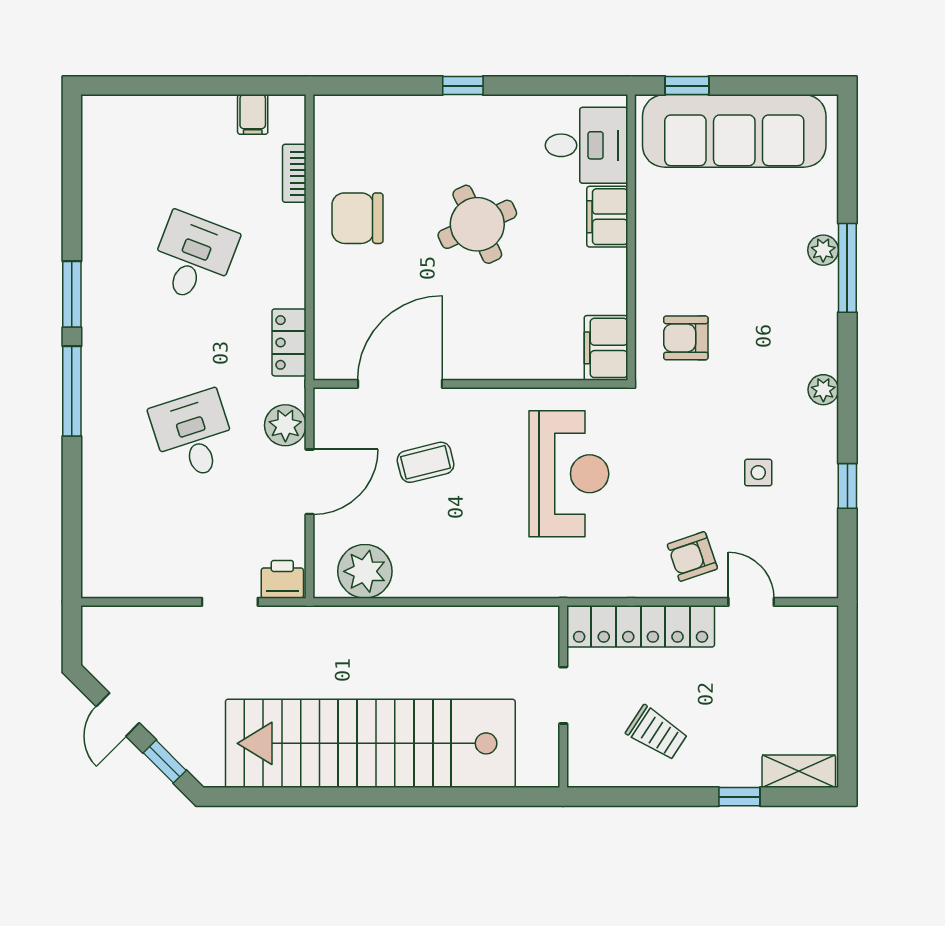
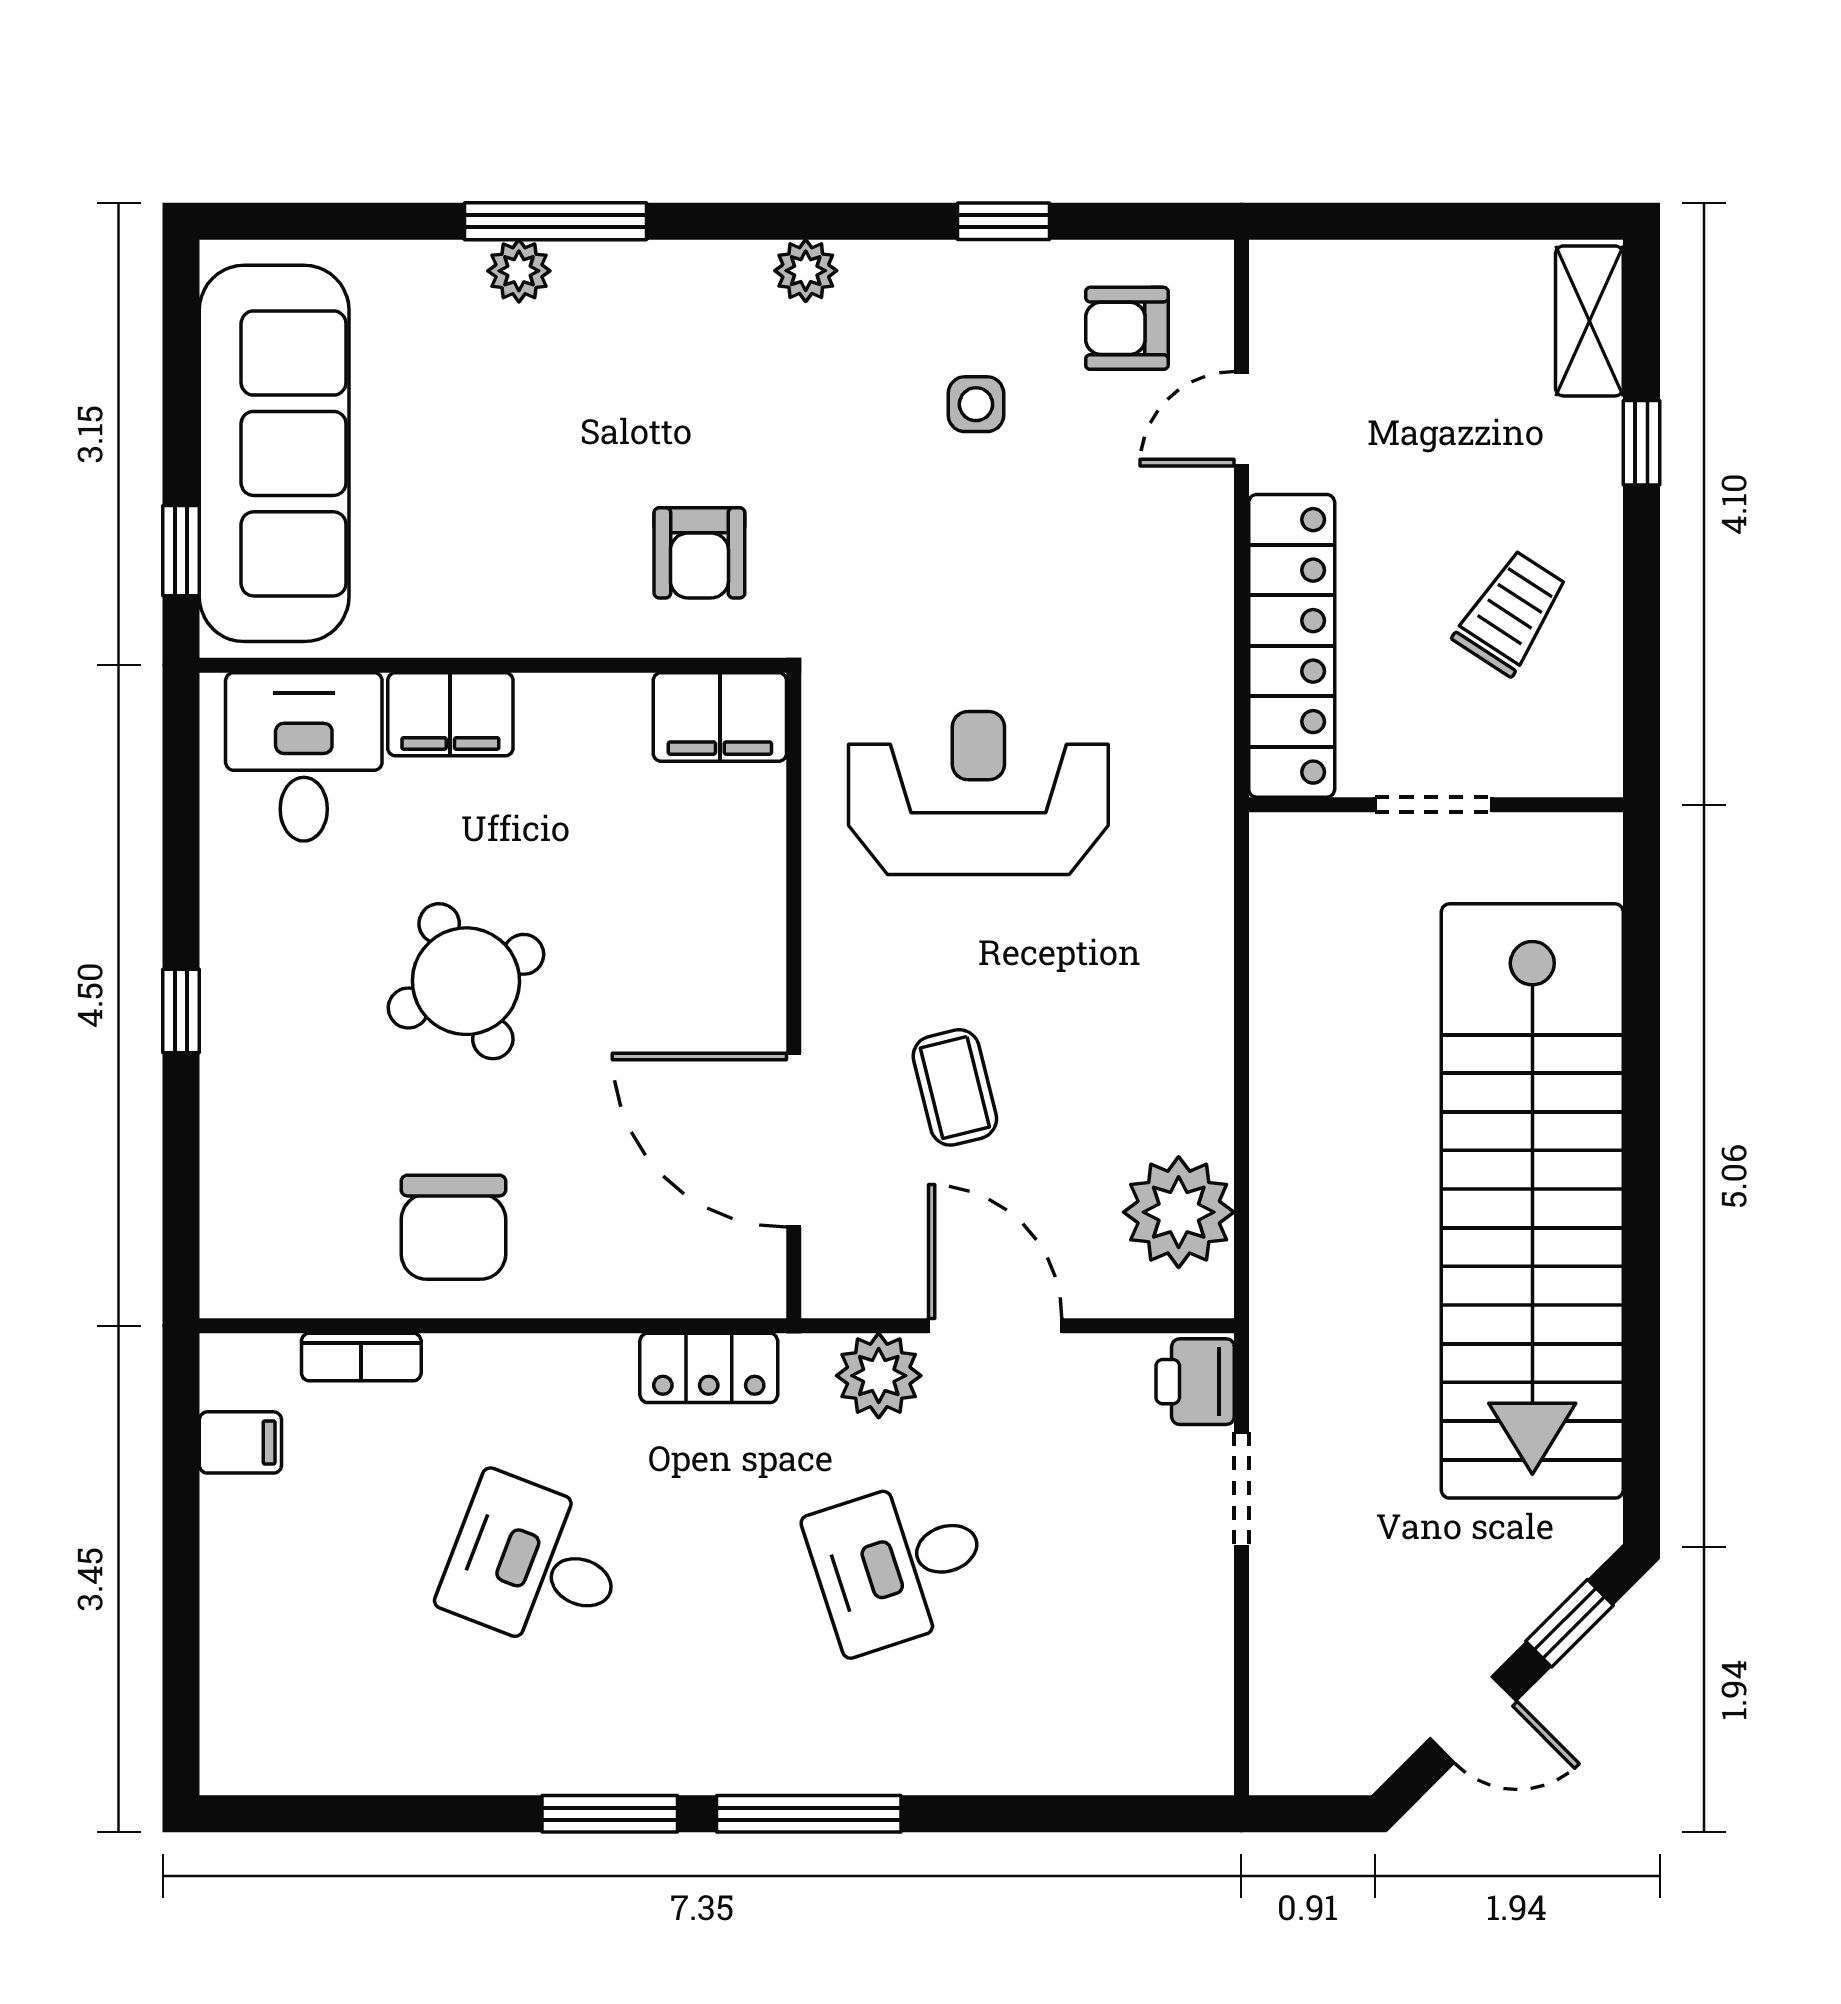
armchair: (692, 557) -> (1127, 328), moved, turned 109

